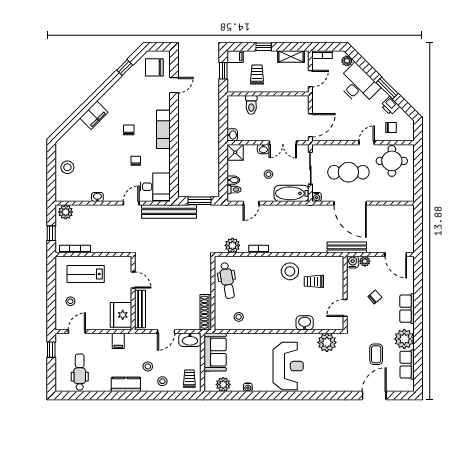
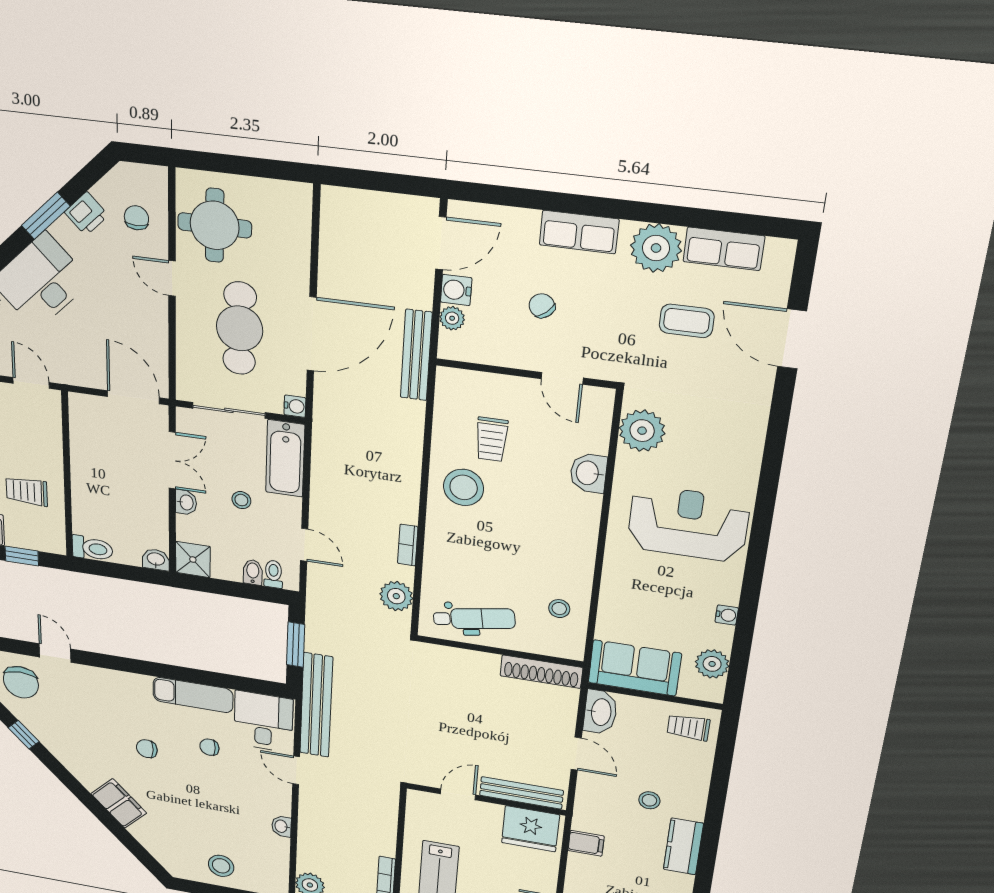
toilet: (251, 105) -> (92, 548), moved
exam couch: (163, 129) -> (193, 695), moved
water cooler: (353, 262) -> (456, 290), moved
stool: (162, 381) -> (686, 779), removed

